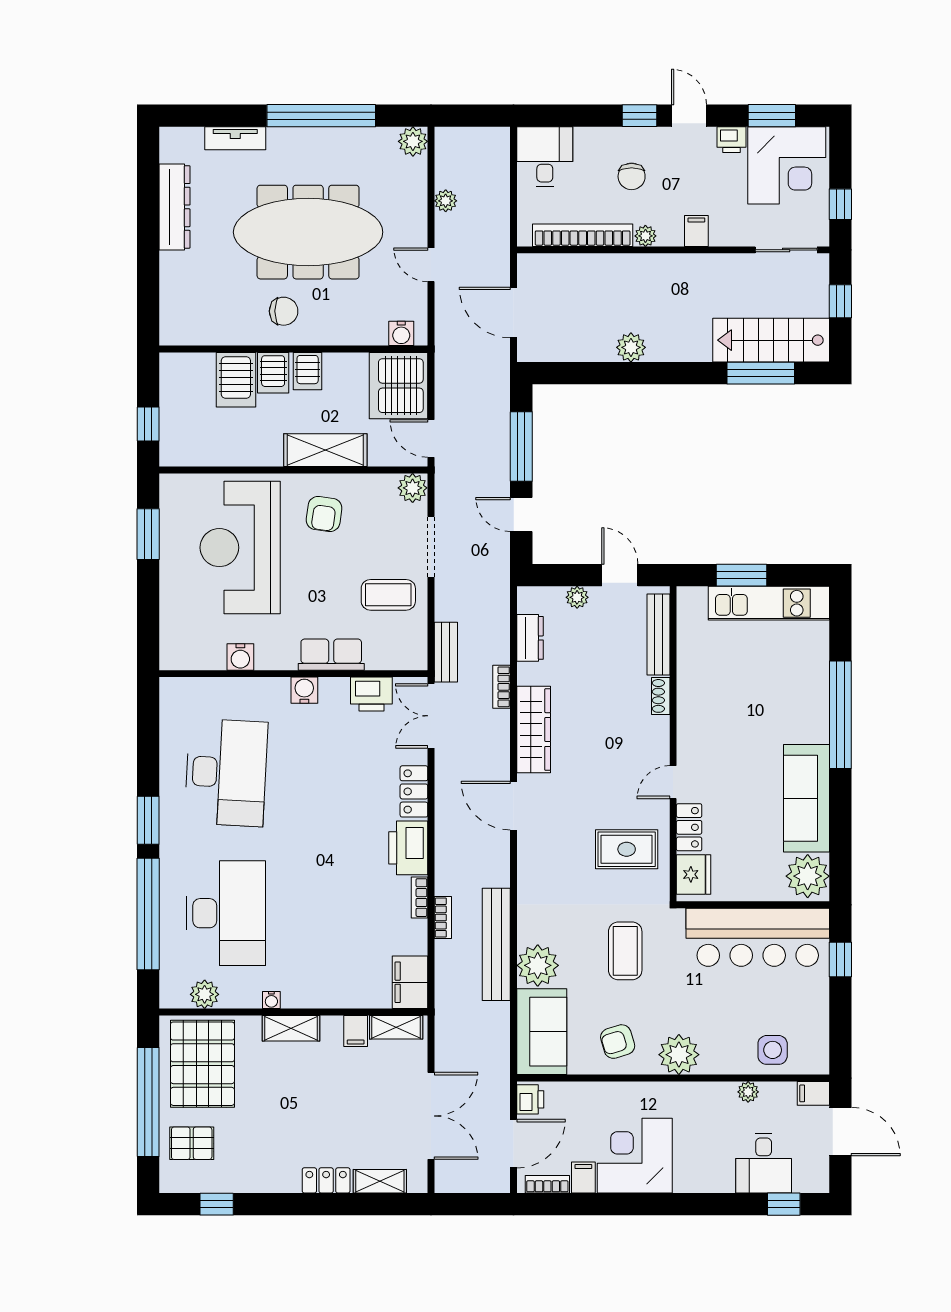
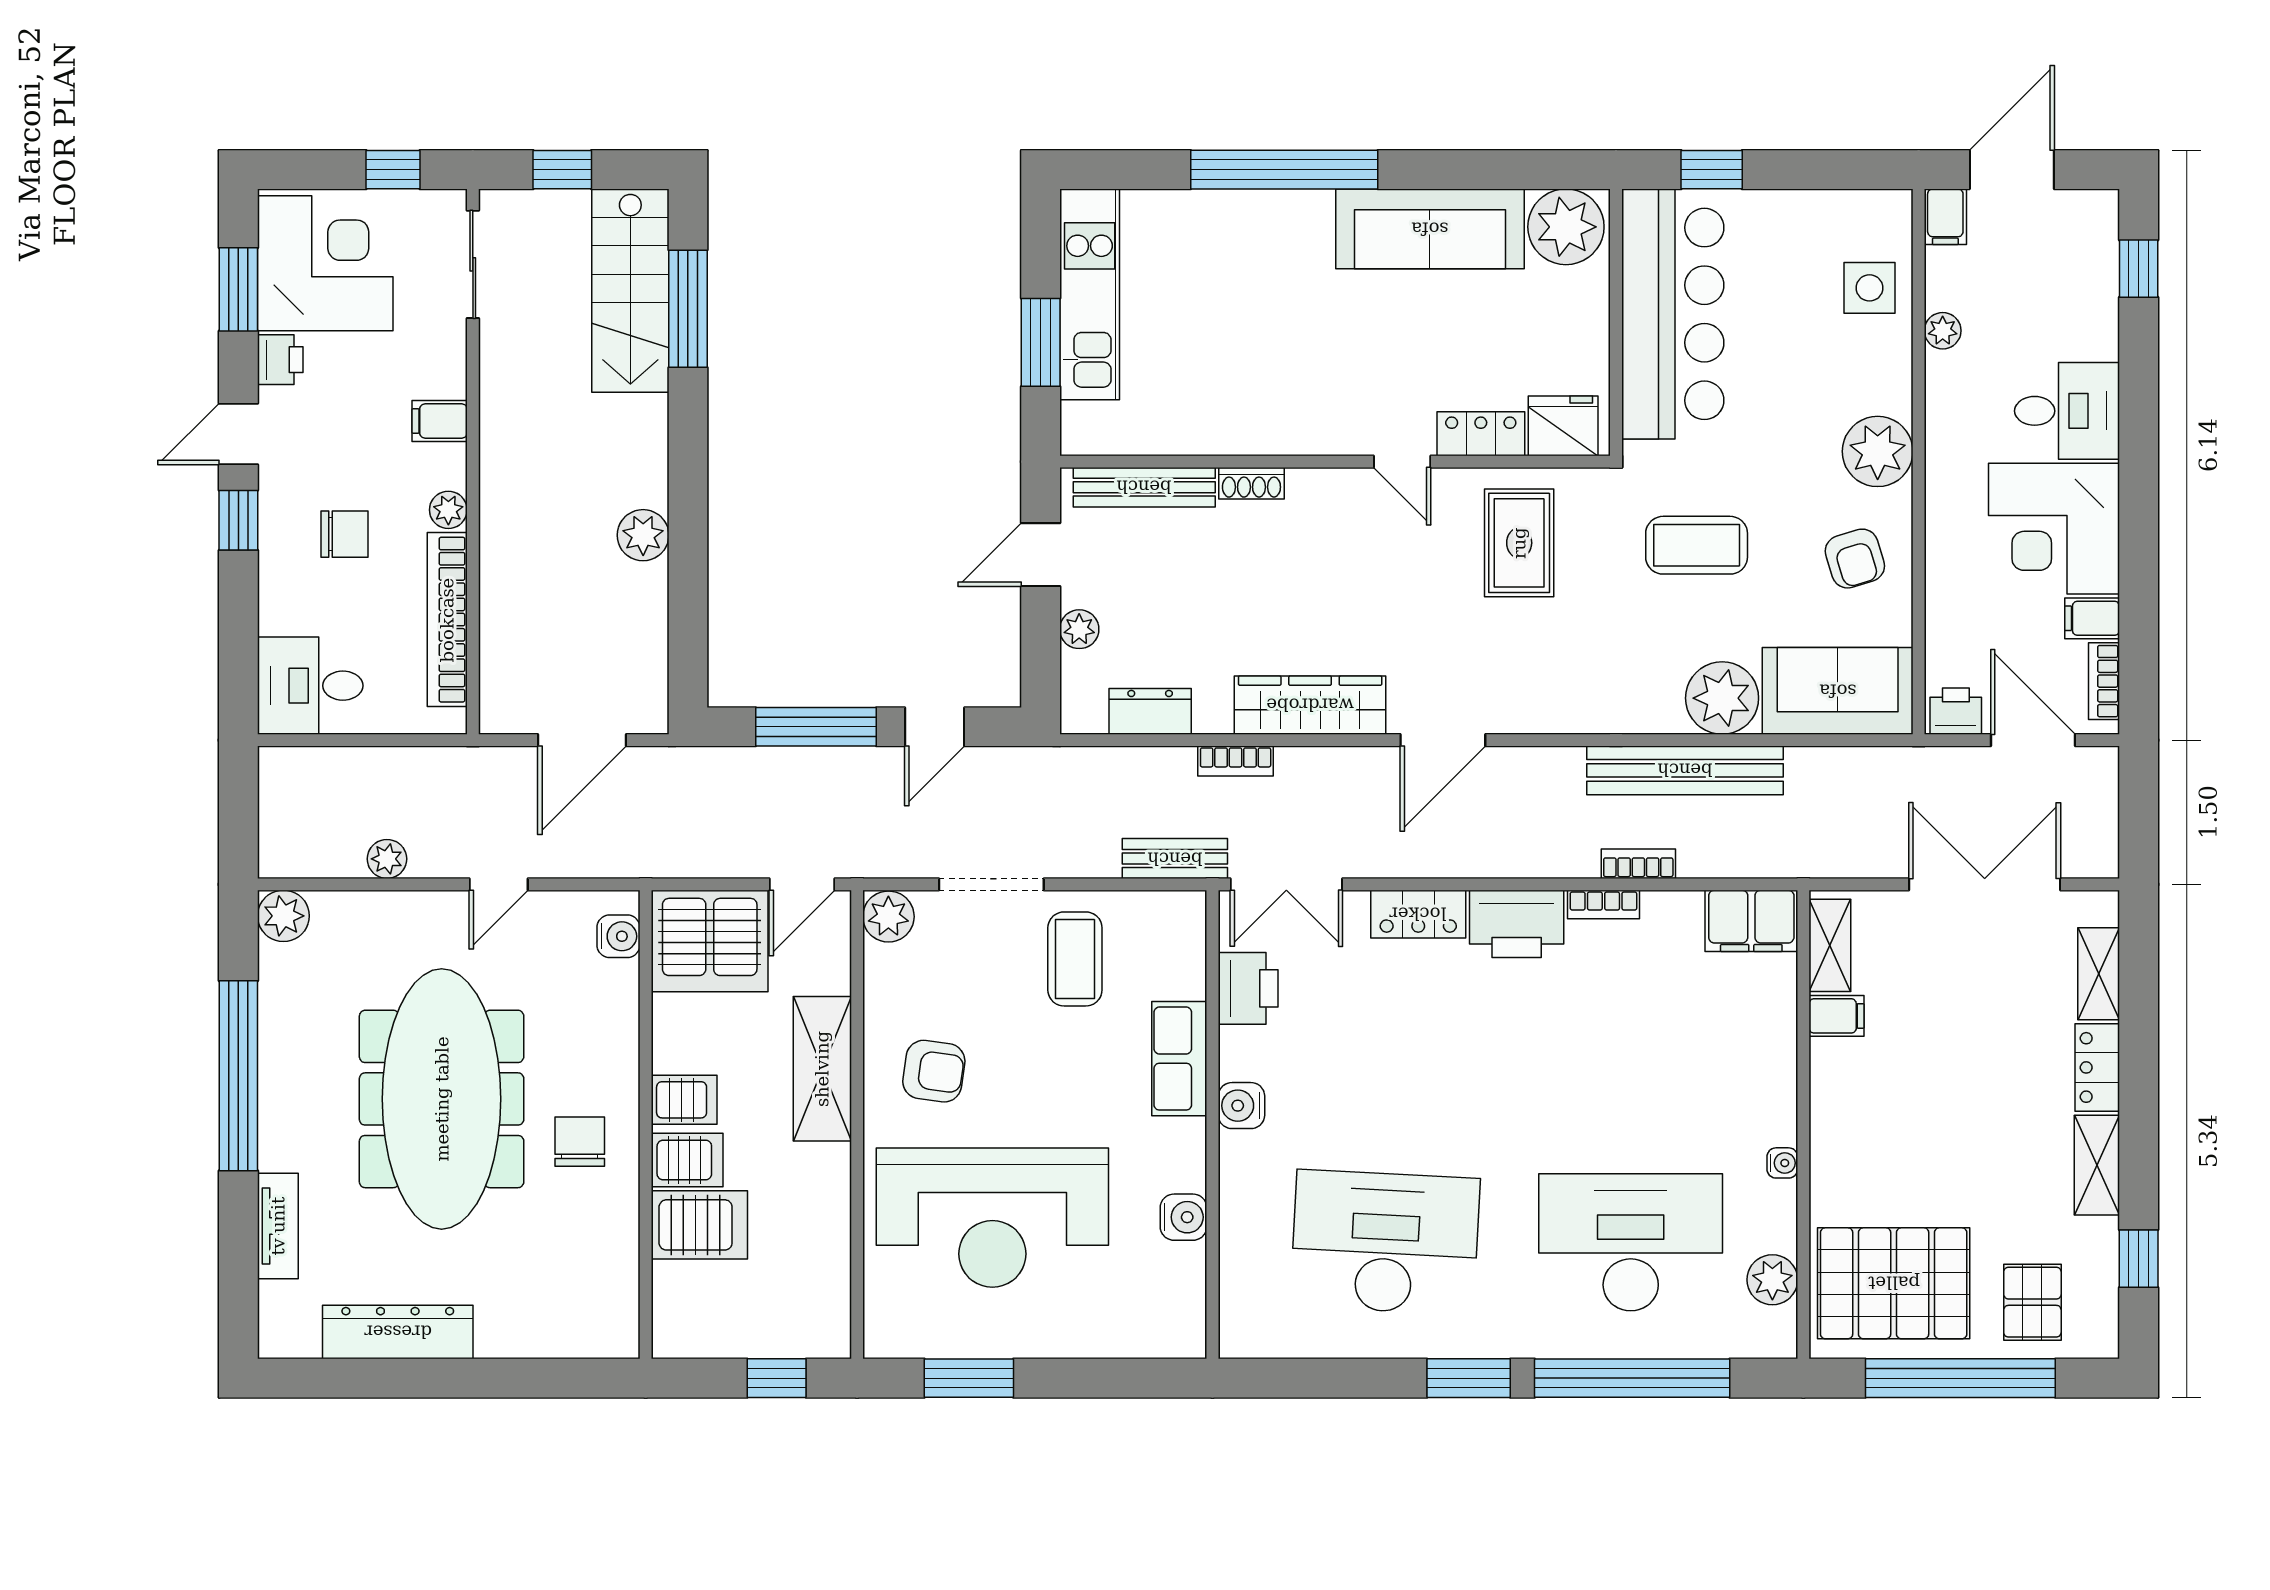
shelving: (291, 1028) -> (2097, 1165), moved
desk: (764, 1163) -> (2067, 411), moved

